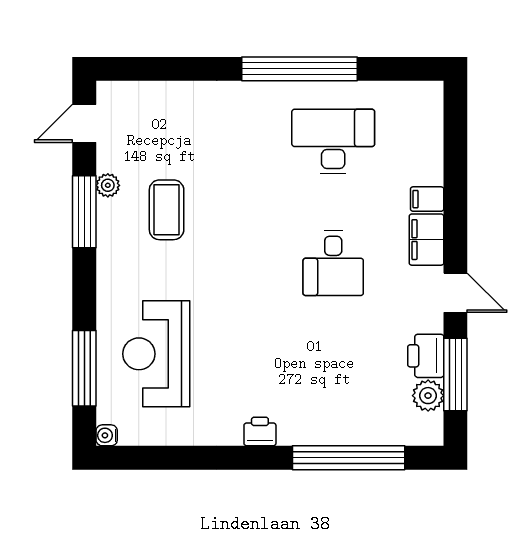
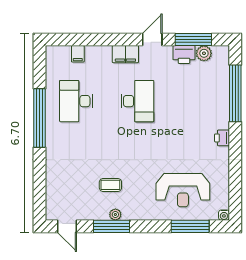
plant: (108, 185) -> (115, 215), moved
filing cabinet: (427, 199) -> (78, 54), moved
coffee table: (167, 210) -> (110, 185), width x0.73, depth x0.77
desk: (333, 263) -> (137, 101), width x1.37

